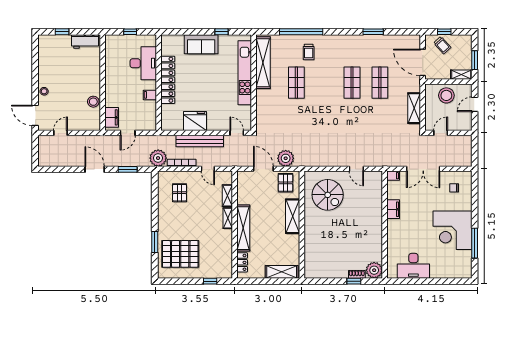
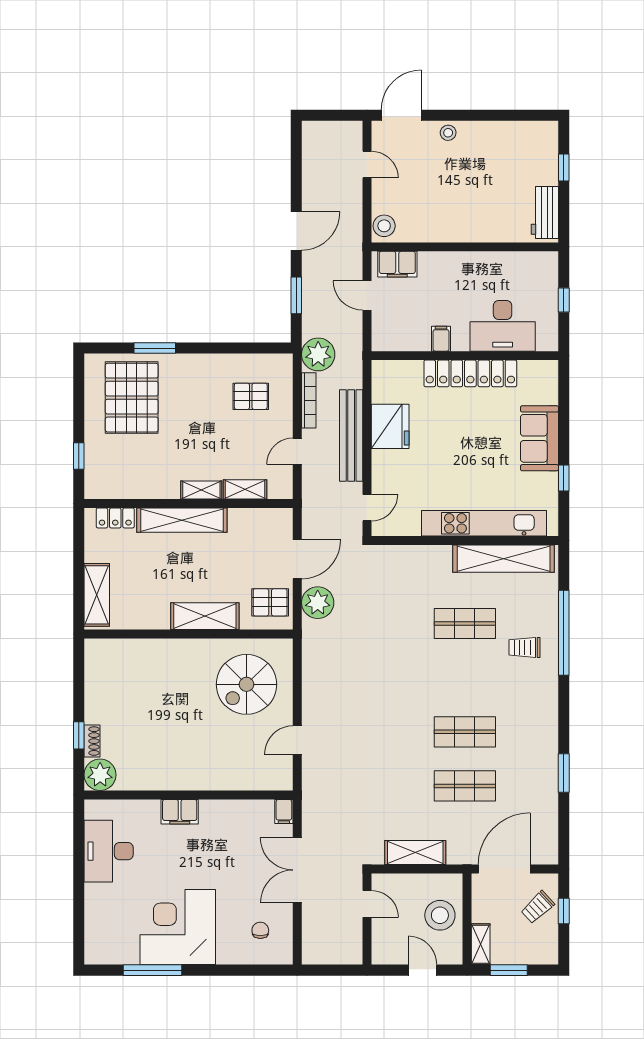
stool: (93, 102) -> (384, 226), moved
filing cabinet: (393, 209) -> (180, 812), moved

